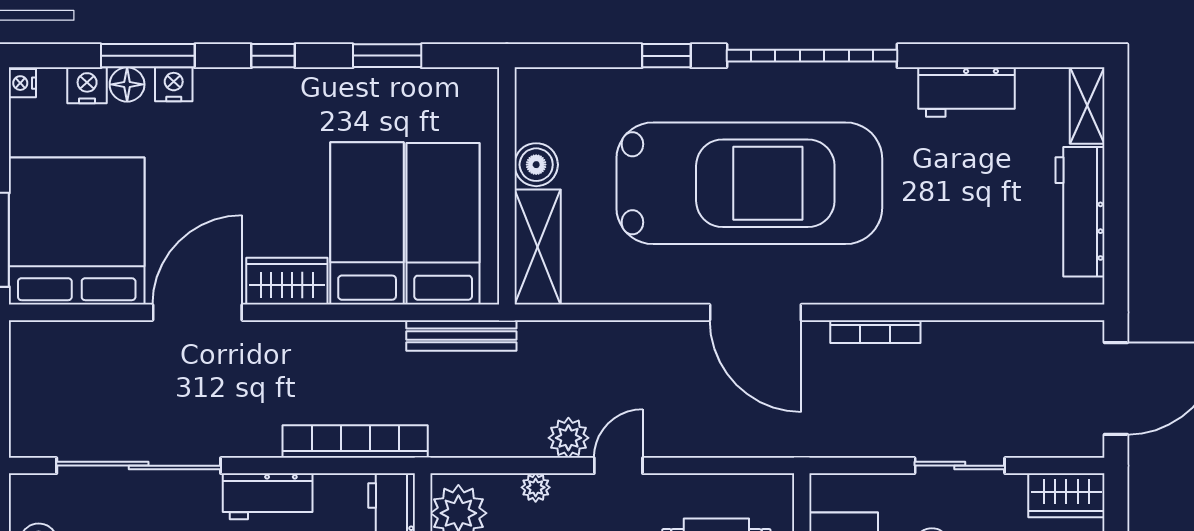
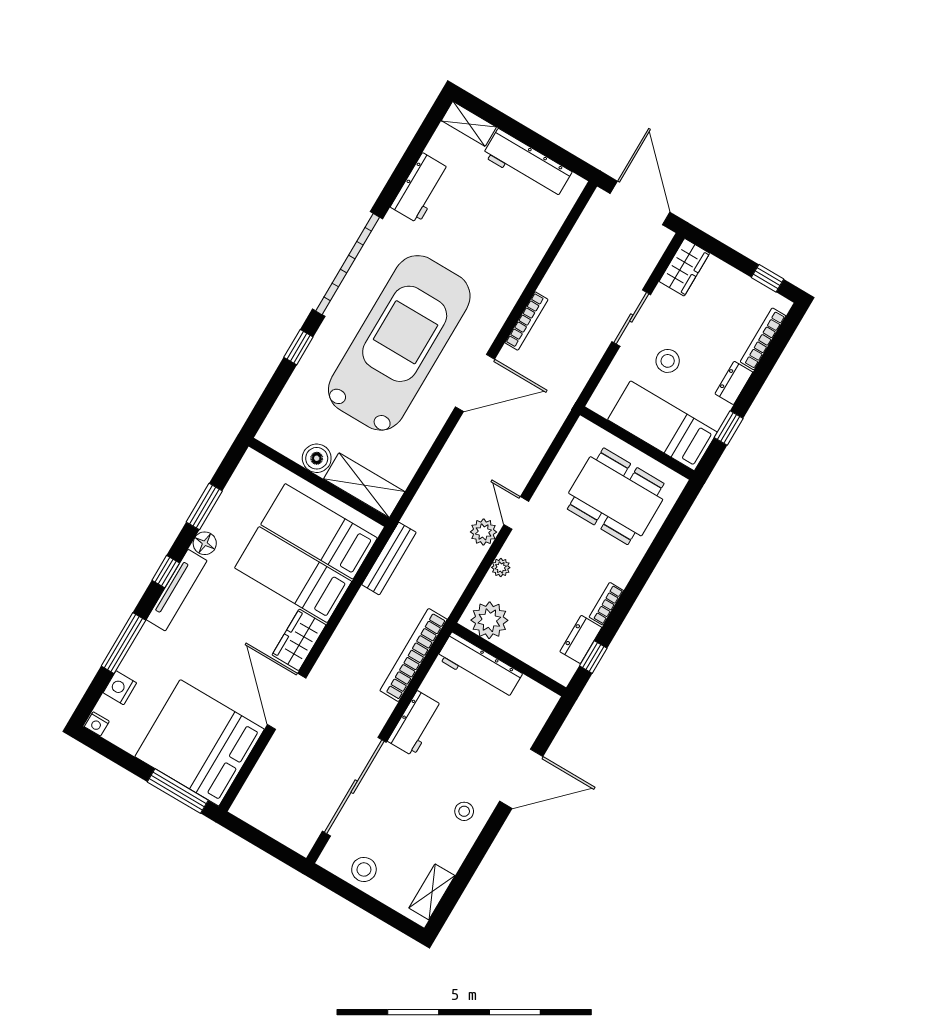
floor lamp: (127, 84) -> (205, 543), moved
nightstand: (174, 84) -> (149, 638), removed
tv unit: (257, 84) -> (177, 590), added

